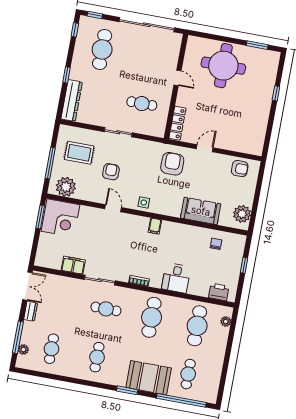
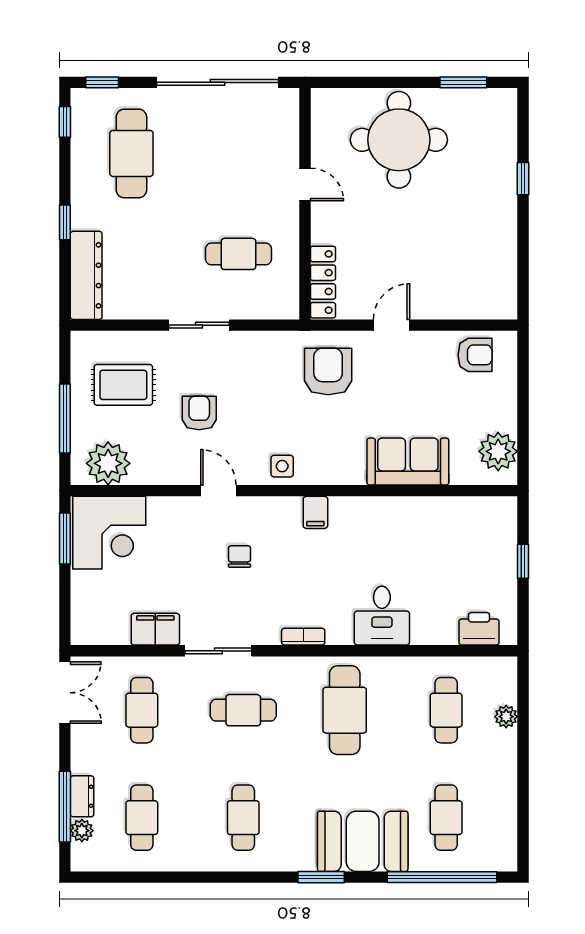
chair: (216, 244) -> (240, 556), moved
cafe table: (60, 300) -> (142, 710), added
dresser: (31, 311) -> (82, 796), moved
plant: (226, 321) -> (506, 717), moved
cafe table: (197, 326) -> (446, 710), width x0.73, depth x0.74

